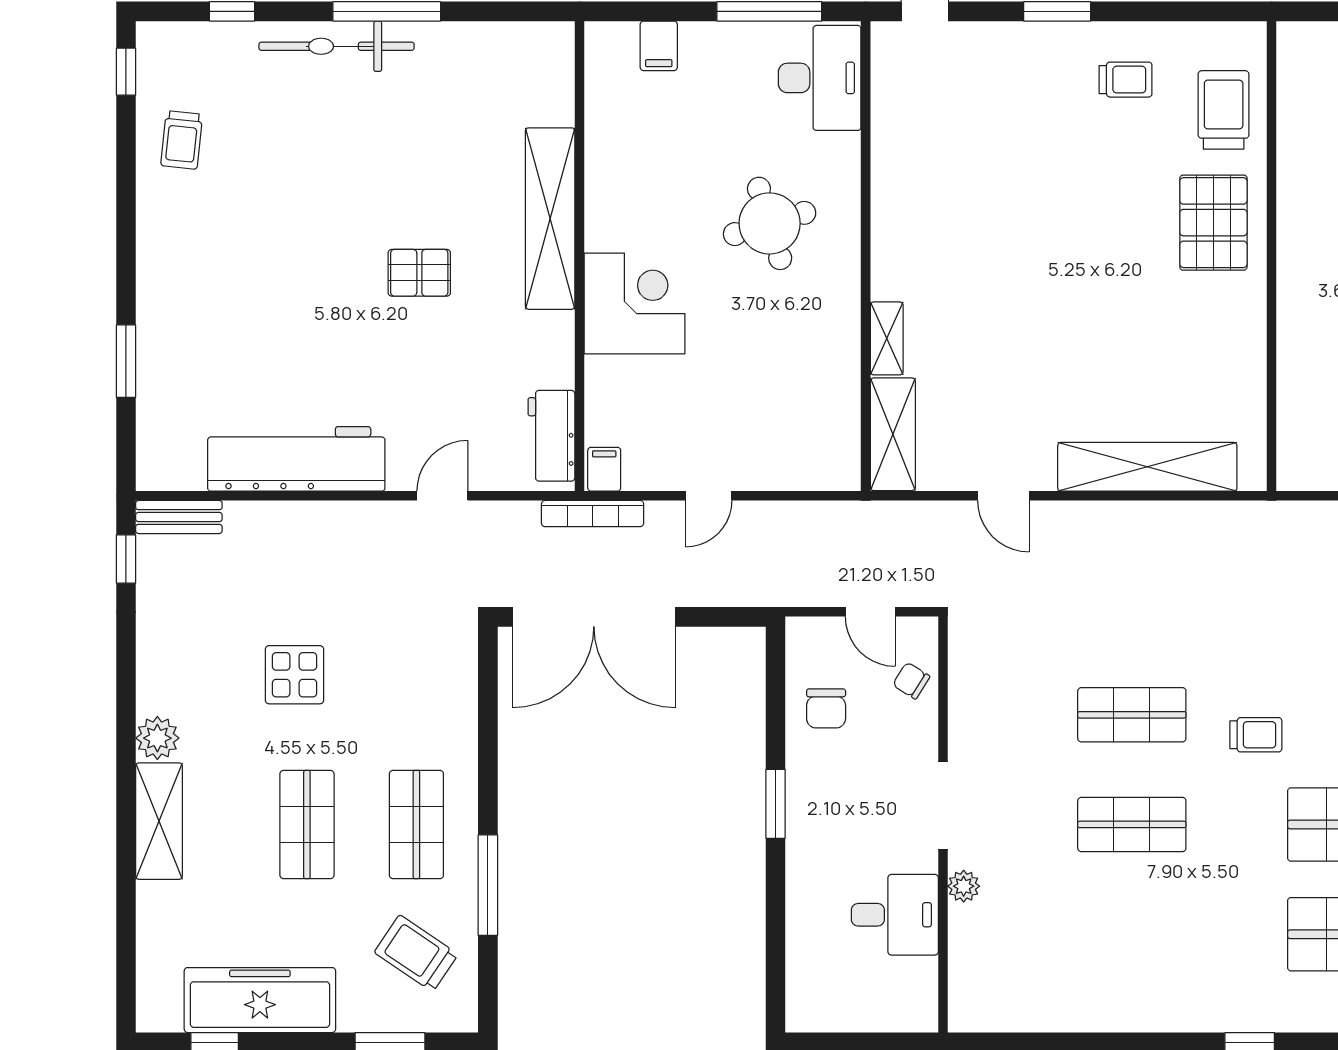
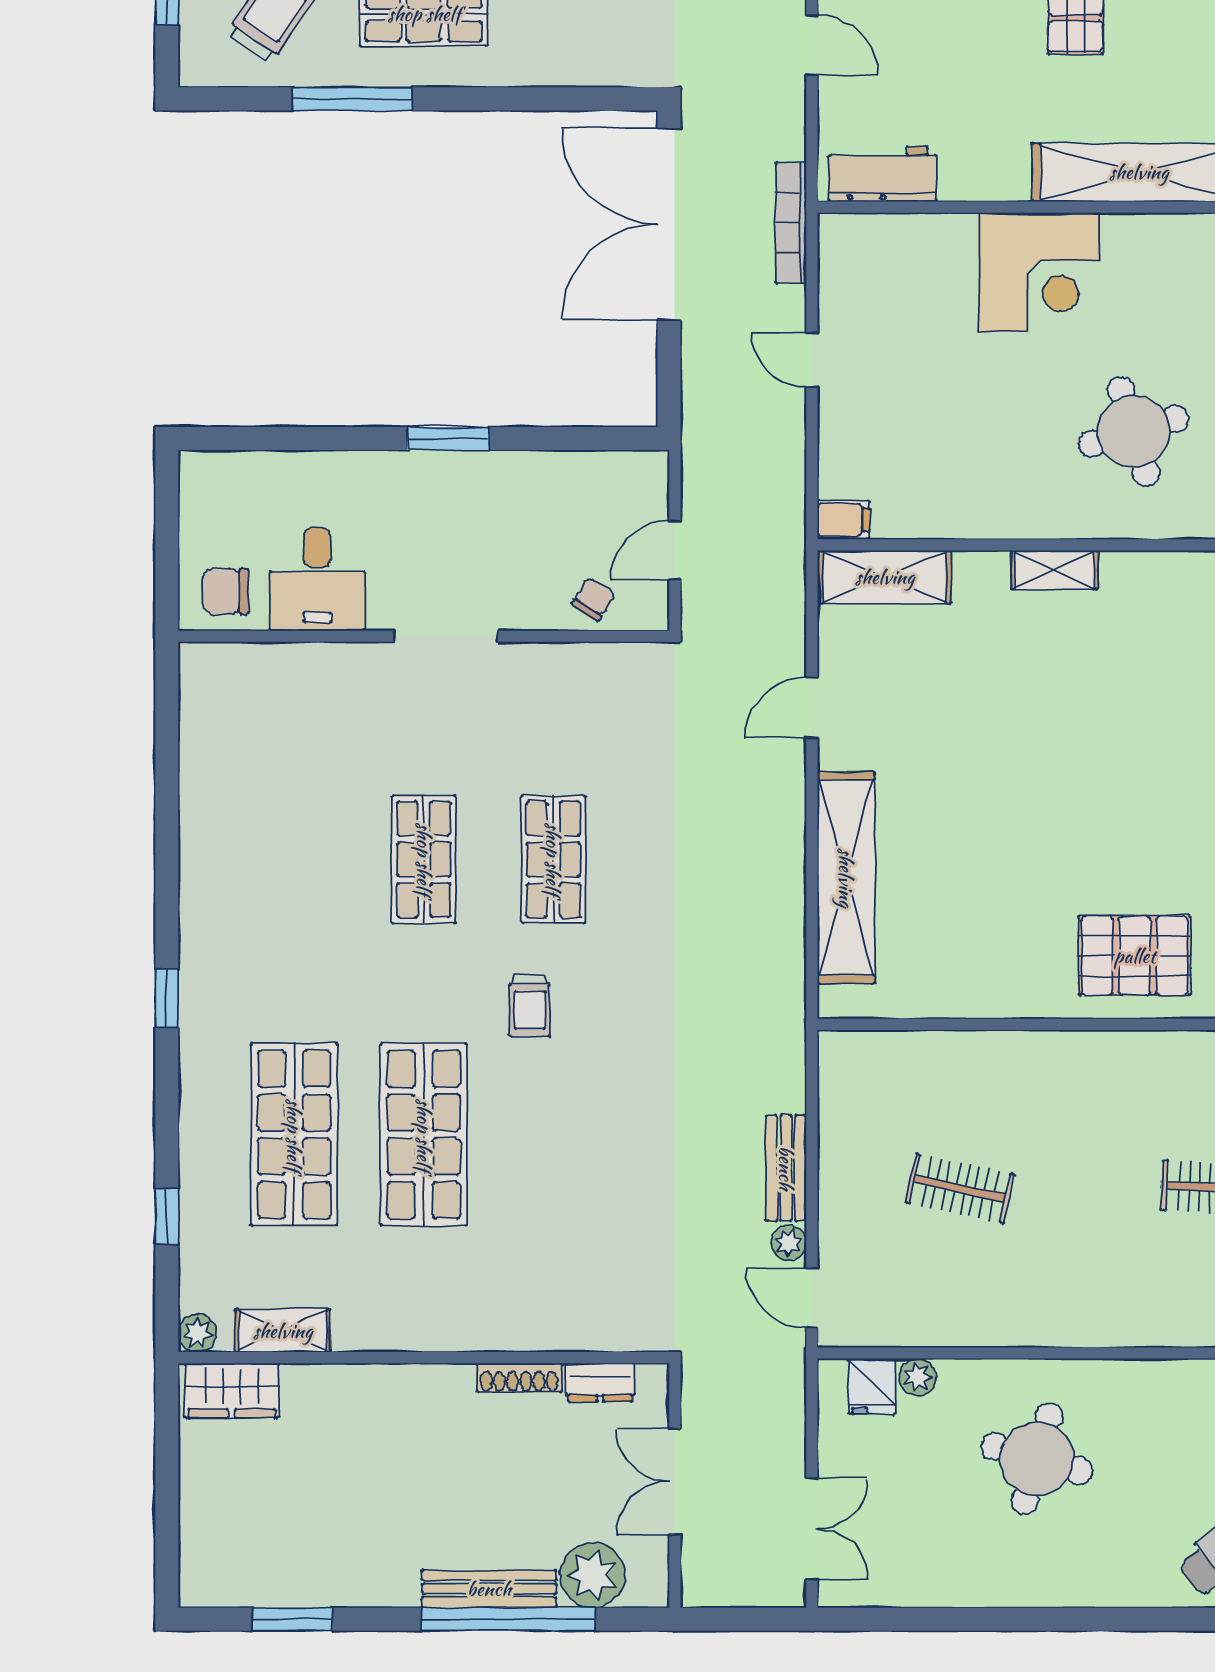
shelving: (887, 338) -> (1054, 570), moved
filing cabinet: (604, 469) -> (843, 520), moved
chair: (826, 708) -> (226, 591), moved
plant: (964, 886) -> (351, 661), removed

